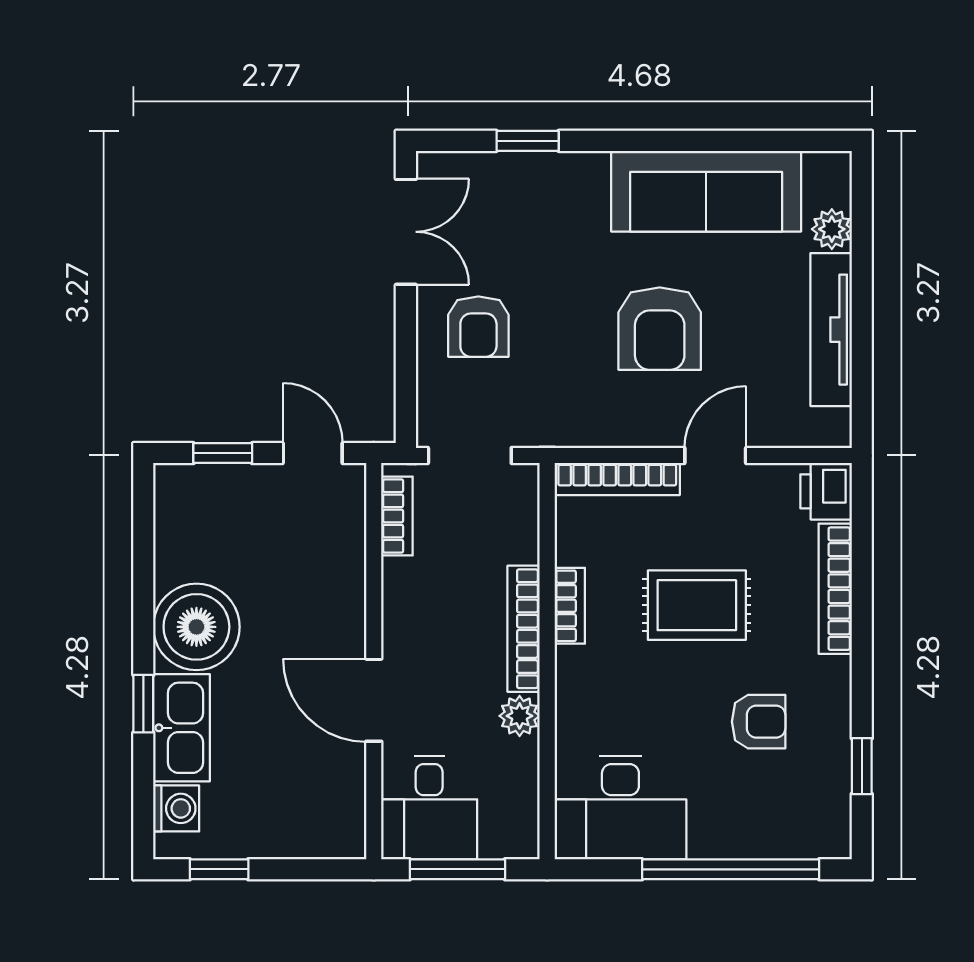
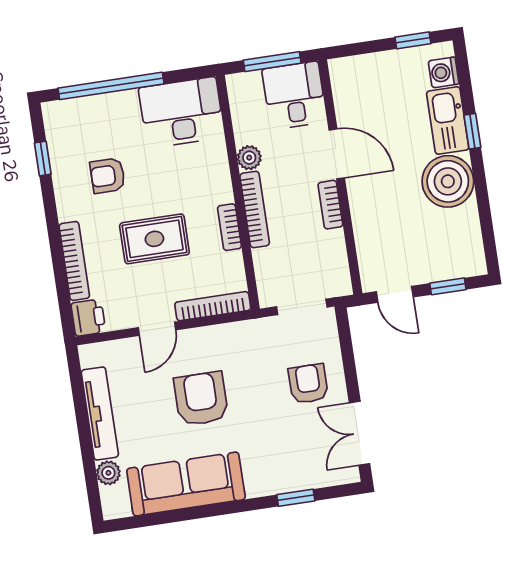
bookcase: (397, 516) -> (330, 205), moved

